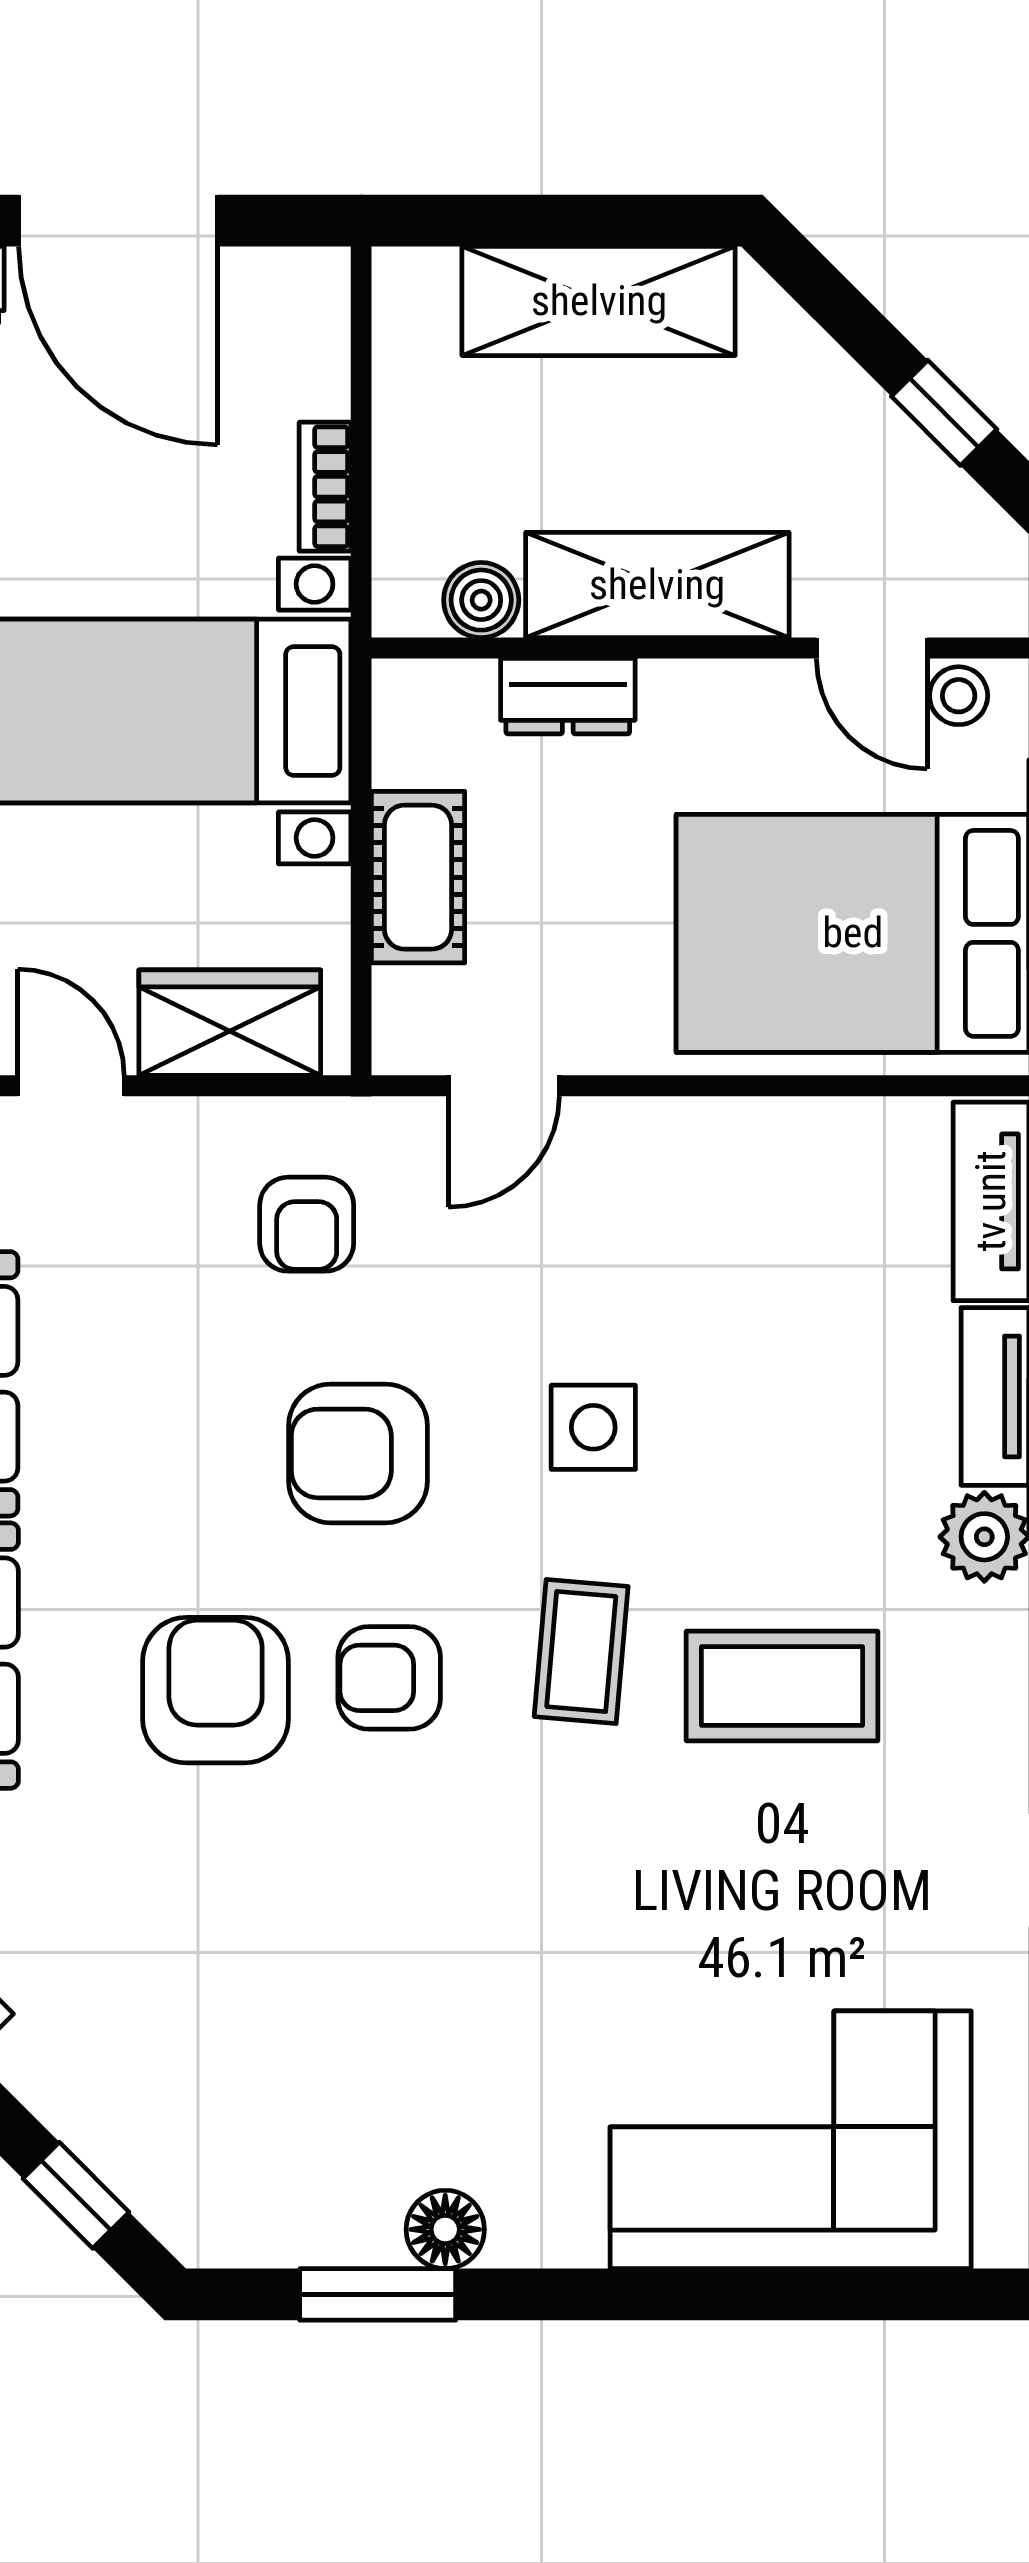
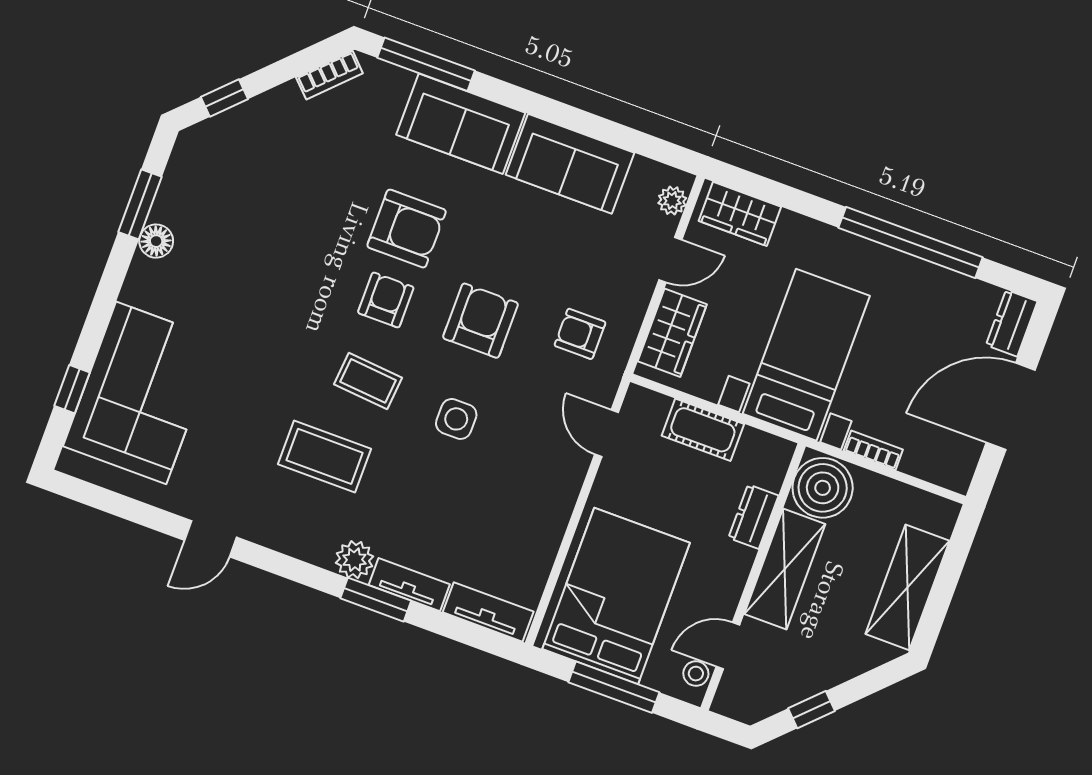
boiler: (481, 600) -> (823, 488), width x1.86, depth x1.86
coffee table: (782, 1686) -> (325, 456), turned 90
window: (838, 2294) -> (72, 389), added

